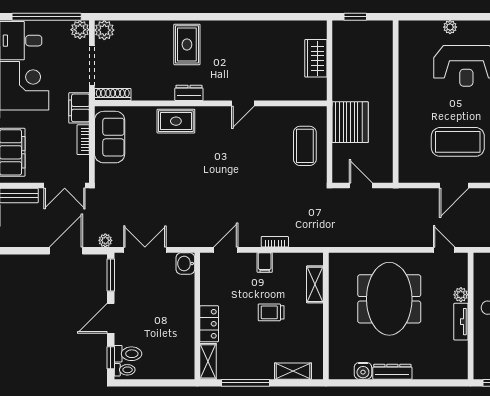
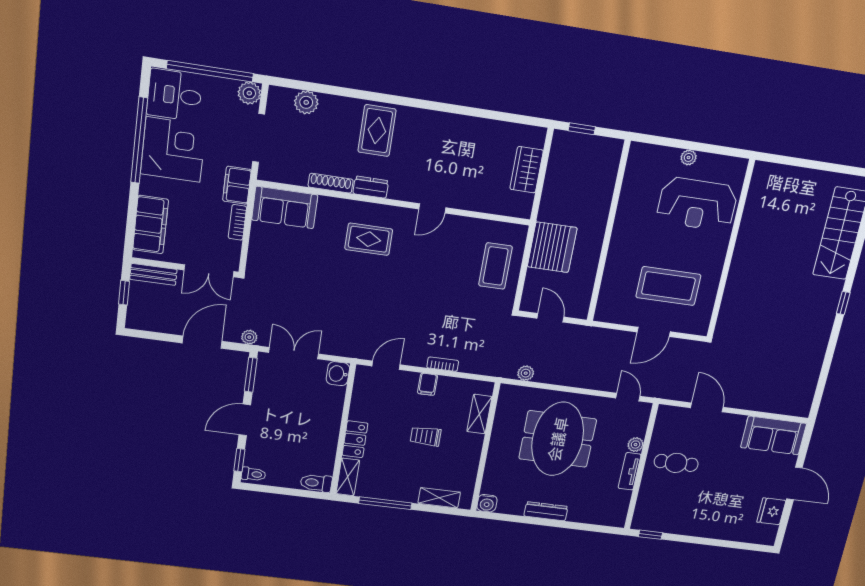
plant: (104, 30) -> (306, 102), moved
shoe rack: (113, 95) -> (331, 183), moved
rug: (176, 121) -> (369, 239), moved
sofa: (110, 137) -> (285, 207), moved, turned 90
plant: (349, 240) -> (526, 373), added
toilet: (128, 354) -> (316, 483), moved, turned 180
water cooler: (363, 371) -> (487, 503), moved

